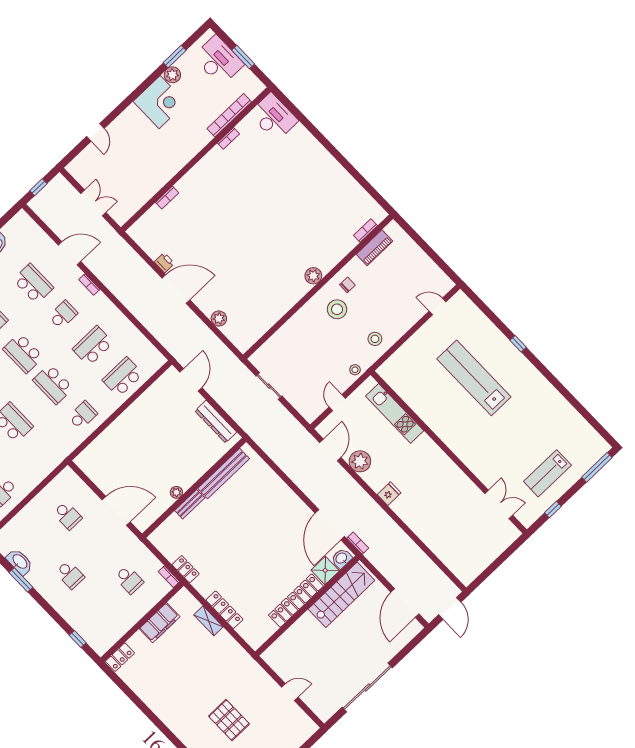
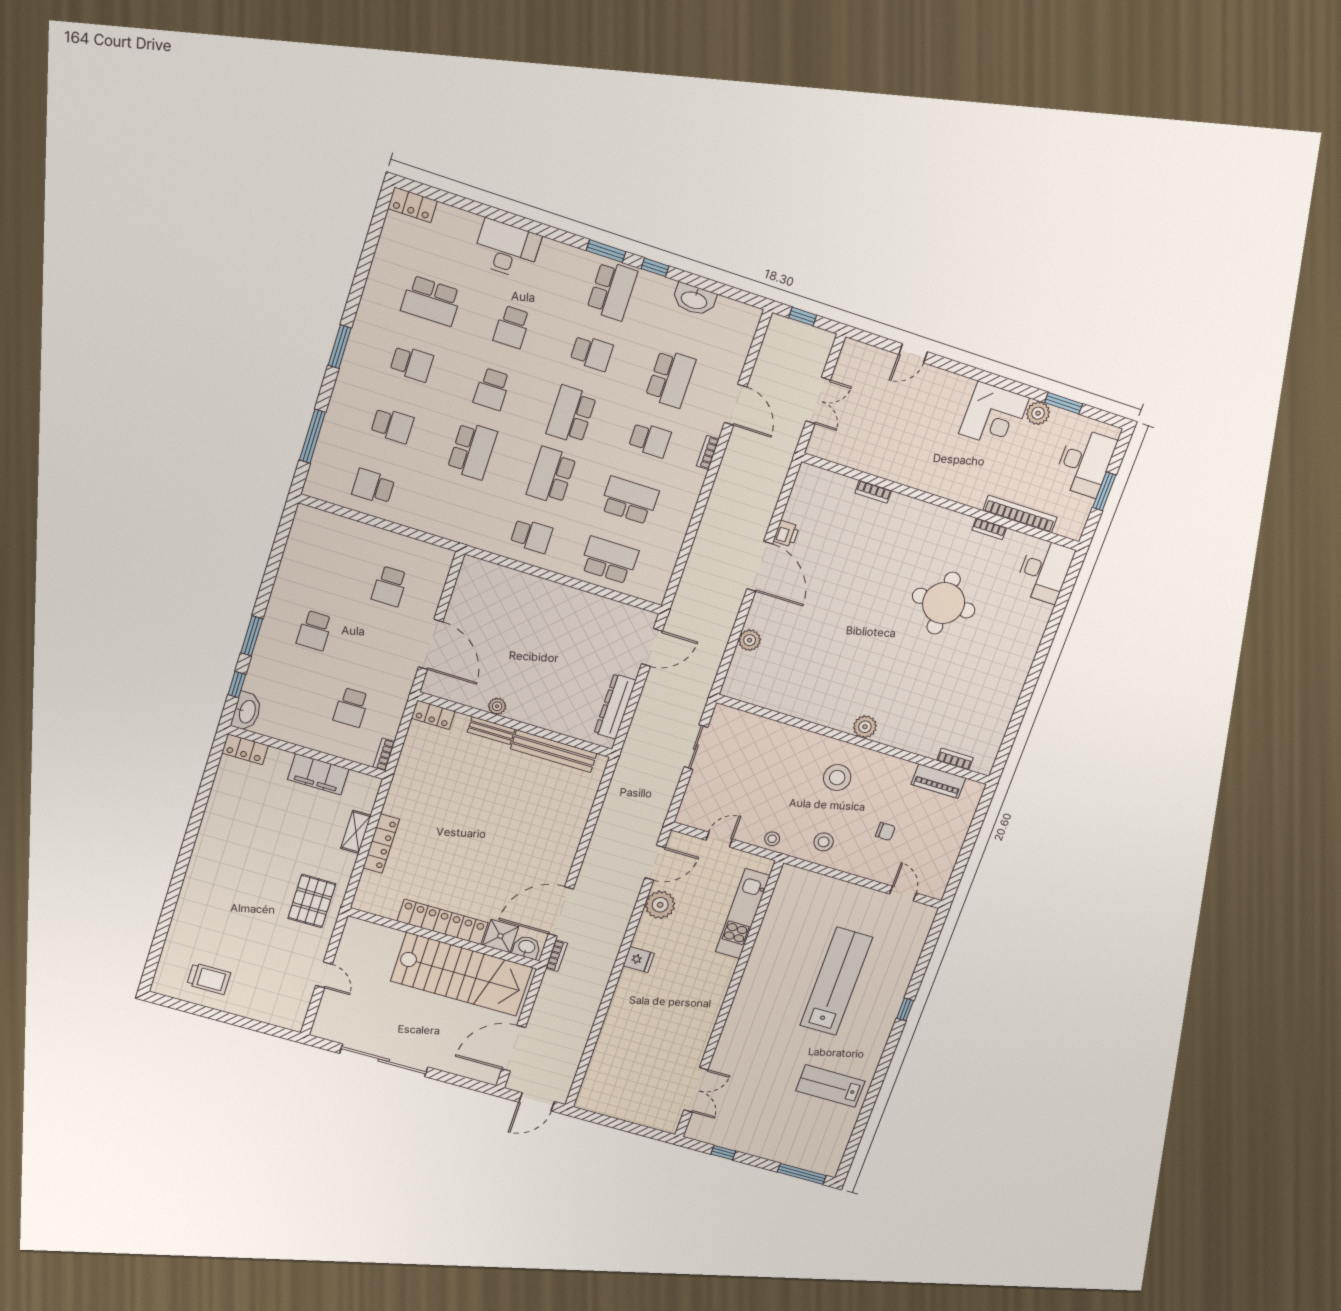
round table: (260, 189) -> (944, 603), added
chair: (347, 285) -> (885, 831), moved
lab bench: (547, 473) -> (830, 1086), moved
washbasin: (20, 562) -> (247, 711), moved
locker: (186, 569) -> (433, 715), moved, turned 90
window: (21, 580) -> (252, 636), moved
stairs: (341, 595) -> (462, 974), width x1.36, depth x1.51
pallet: (229, 720) -> (312, 901), moved

